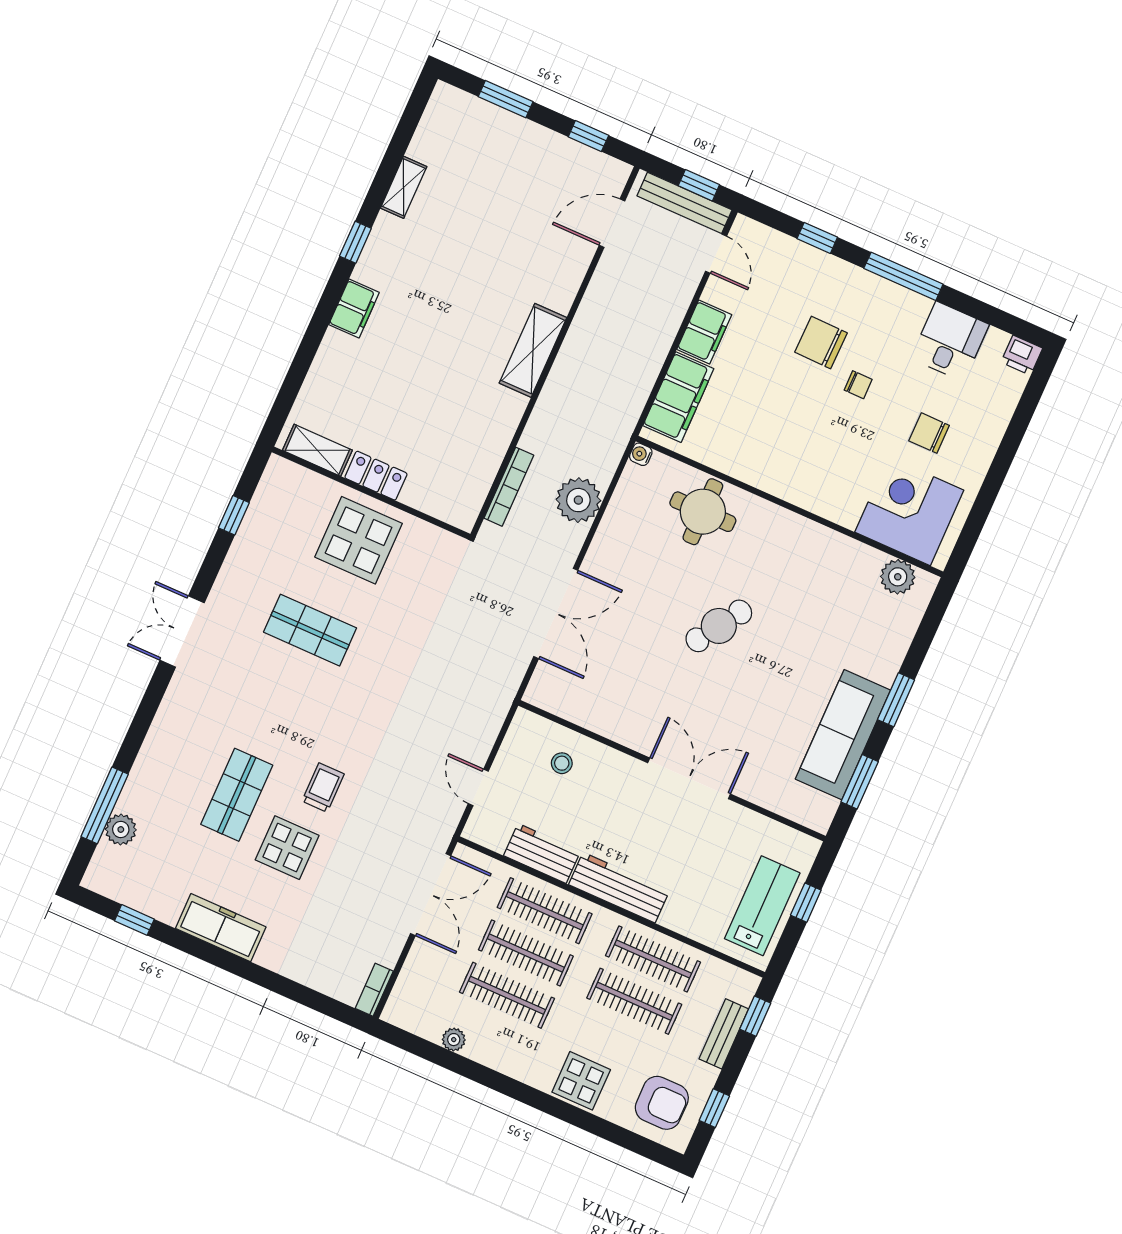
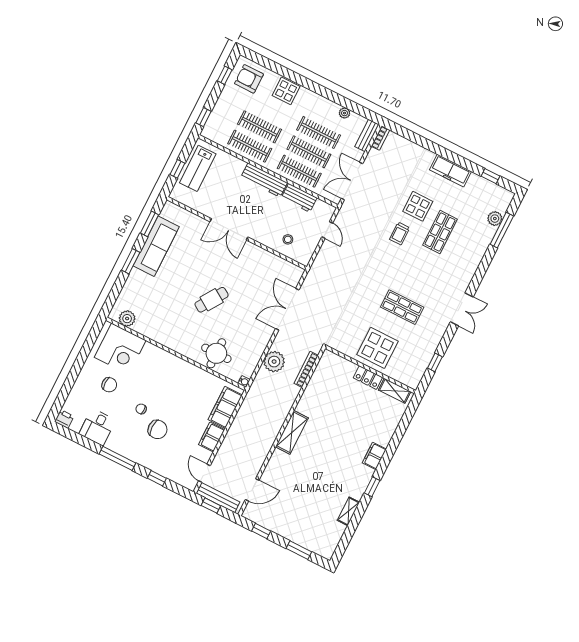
bench: (724, 1034) -> (367, 136), moved

